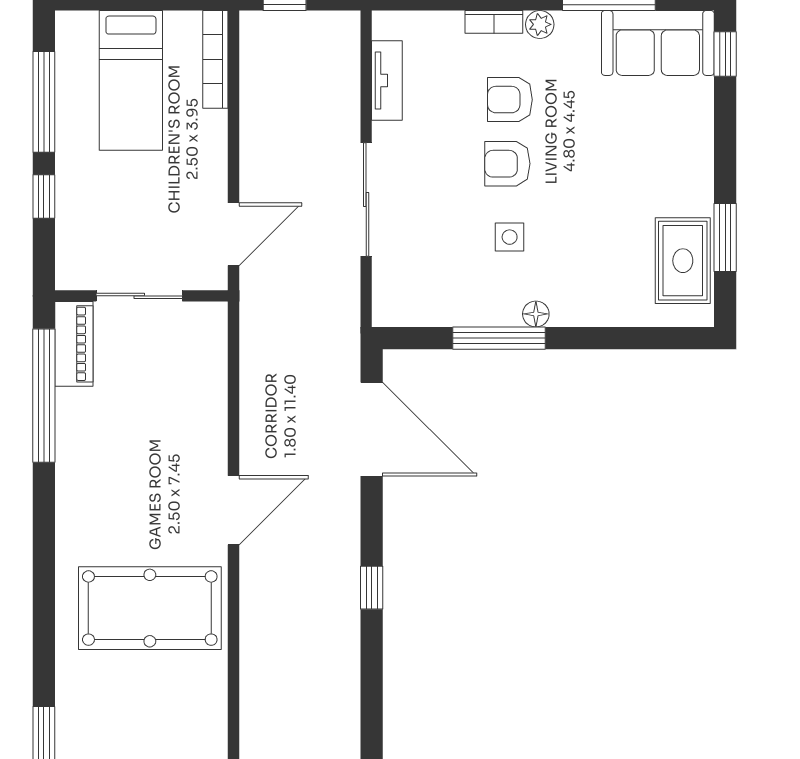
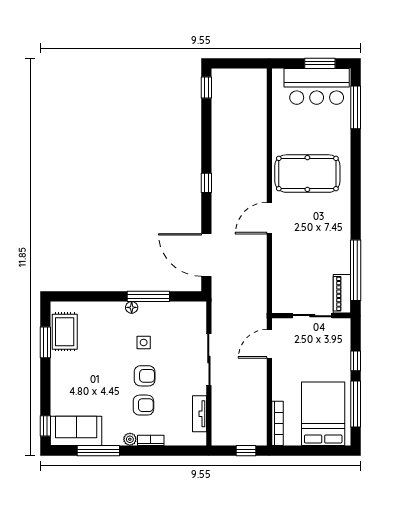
bed: (131, 80) -> (323, 414), width x1.50

